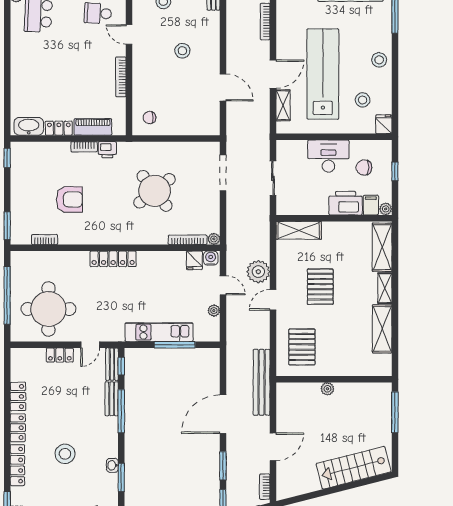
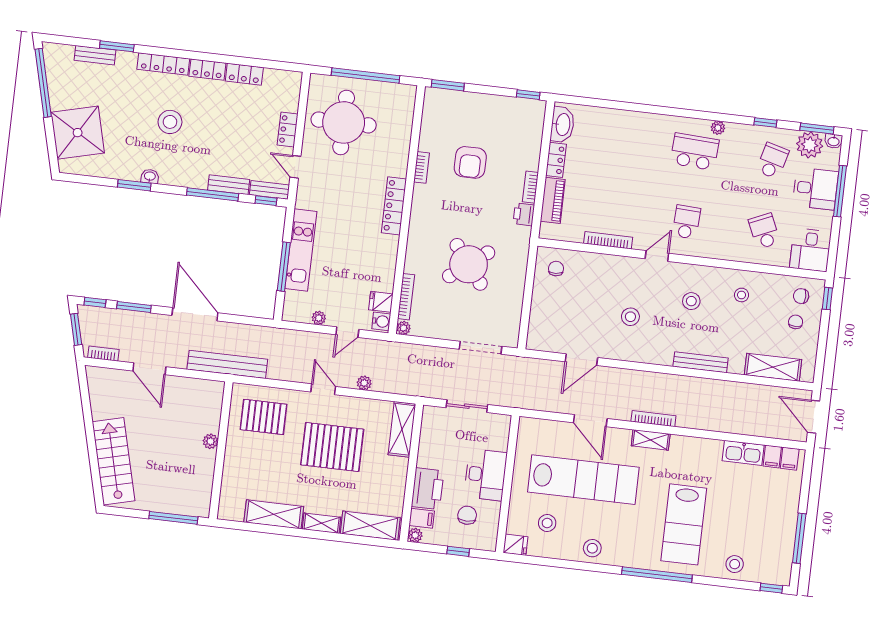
shelving: (283, 105) -> (651, 440), moved
bookcase: (45, 240) -> (422, 167), moved
plant: (258, 272) -> (364, 383), width x0.53, depth x0.53
pallet: (320, 287) -> (332, 447), width x1.37, depth x1.41

